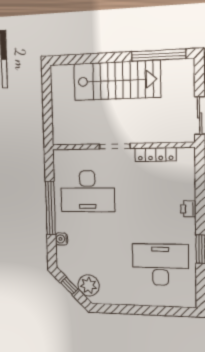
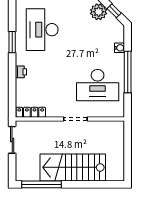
locker: (156, 155) -> (31, 112), moved
desk: (87, 191) -> (98, 85), turned 180
desk: (160, 265) -> (42, 30), turned 90

